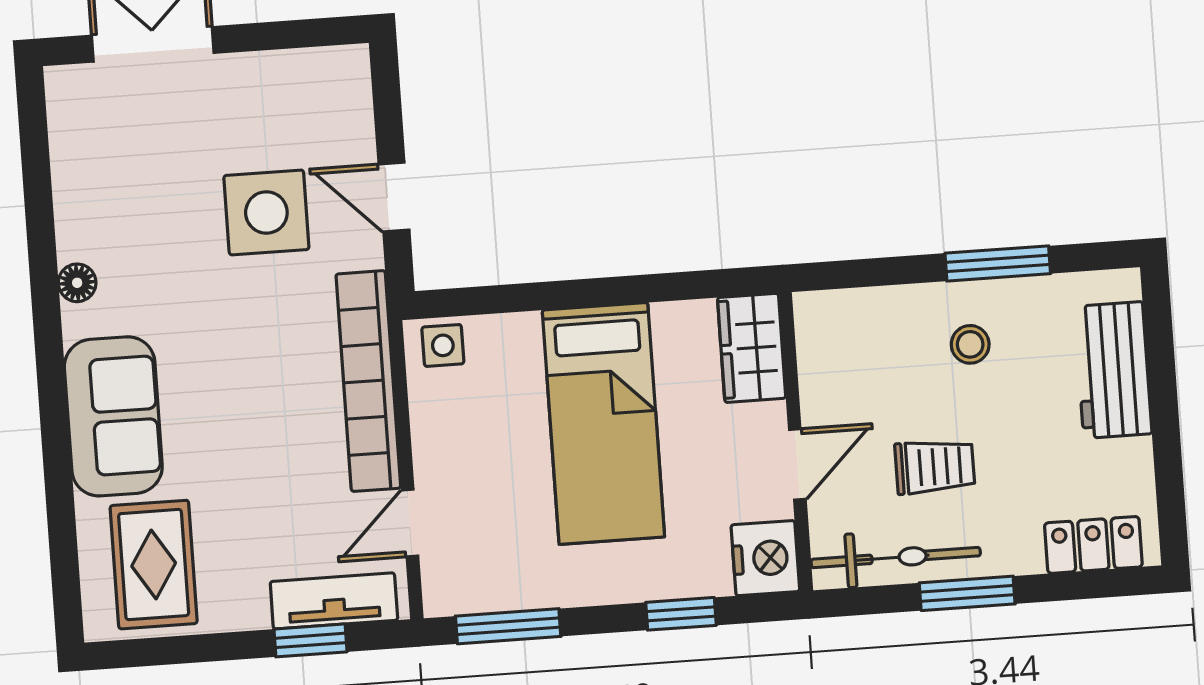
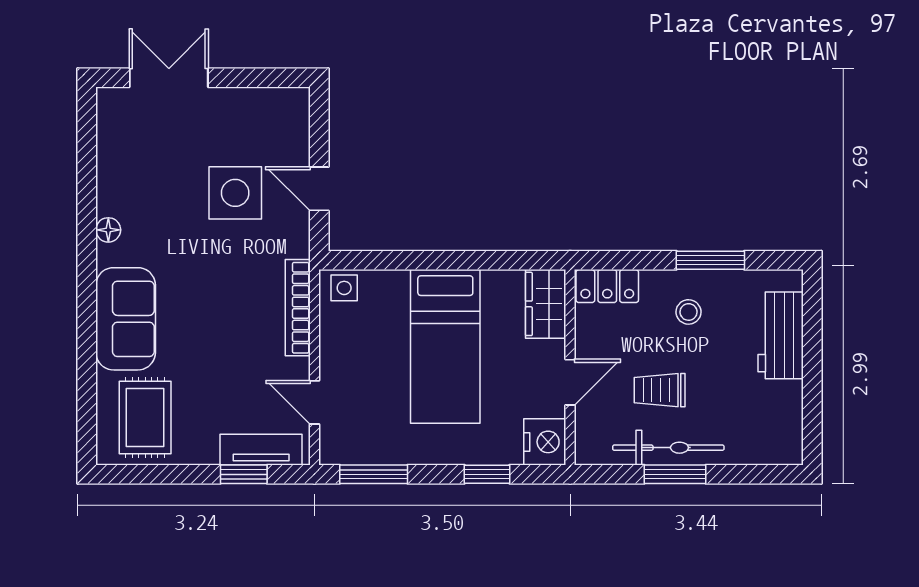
bookcase: (368, 381) -> (298, 308), width x0.68, depth x0.76
trolley: (935, 467) -> (660, 390), turned 180
door: (410, 523) -> (314, 402), hinge flipped
locker: (1093, 545) -> (607, 286), moved, turned 180
bicycle: (896, 558) -> (668, 448), moved

